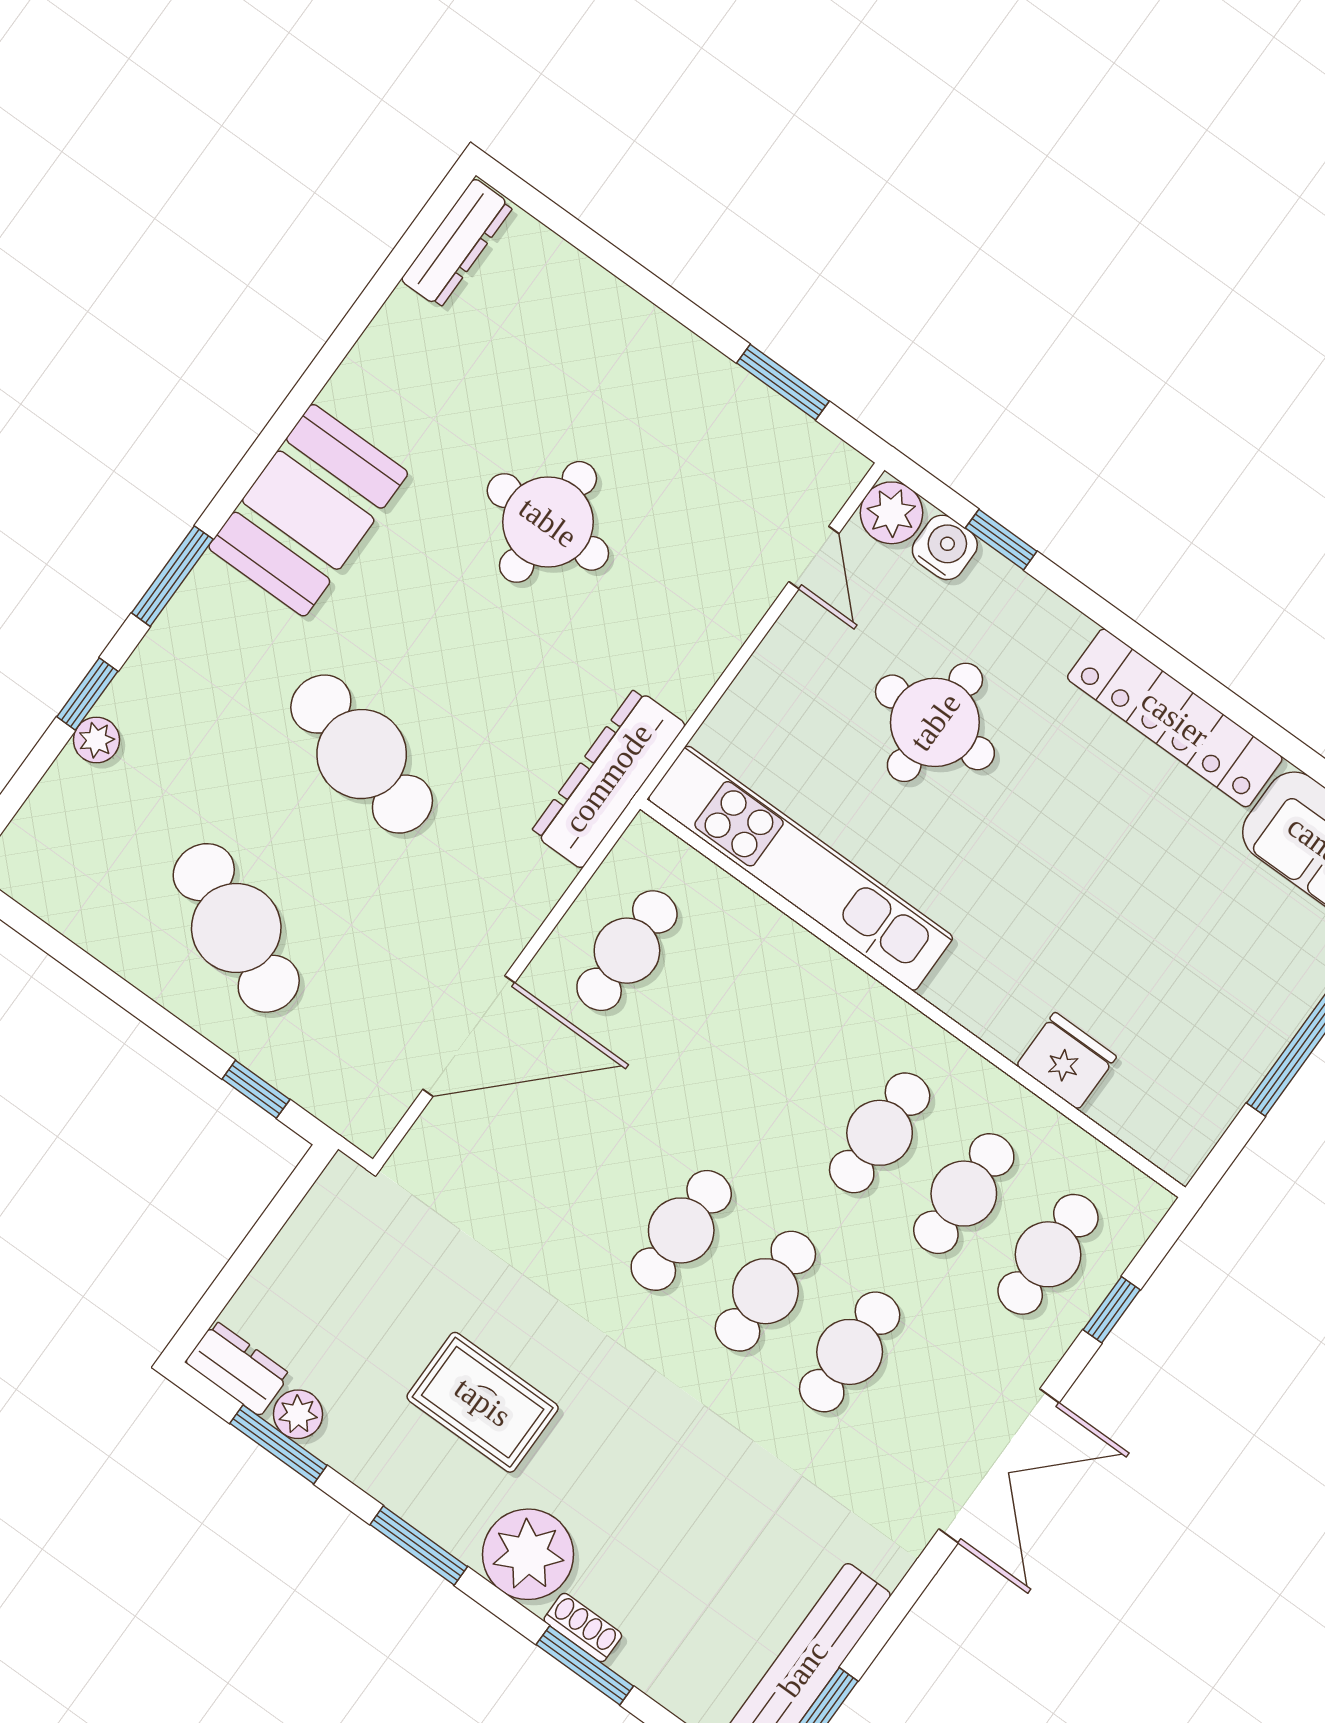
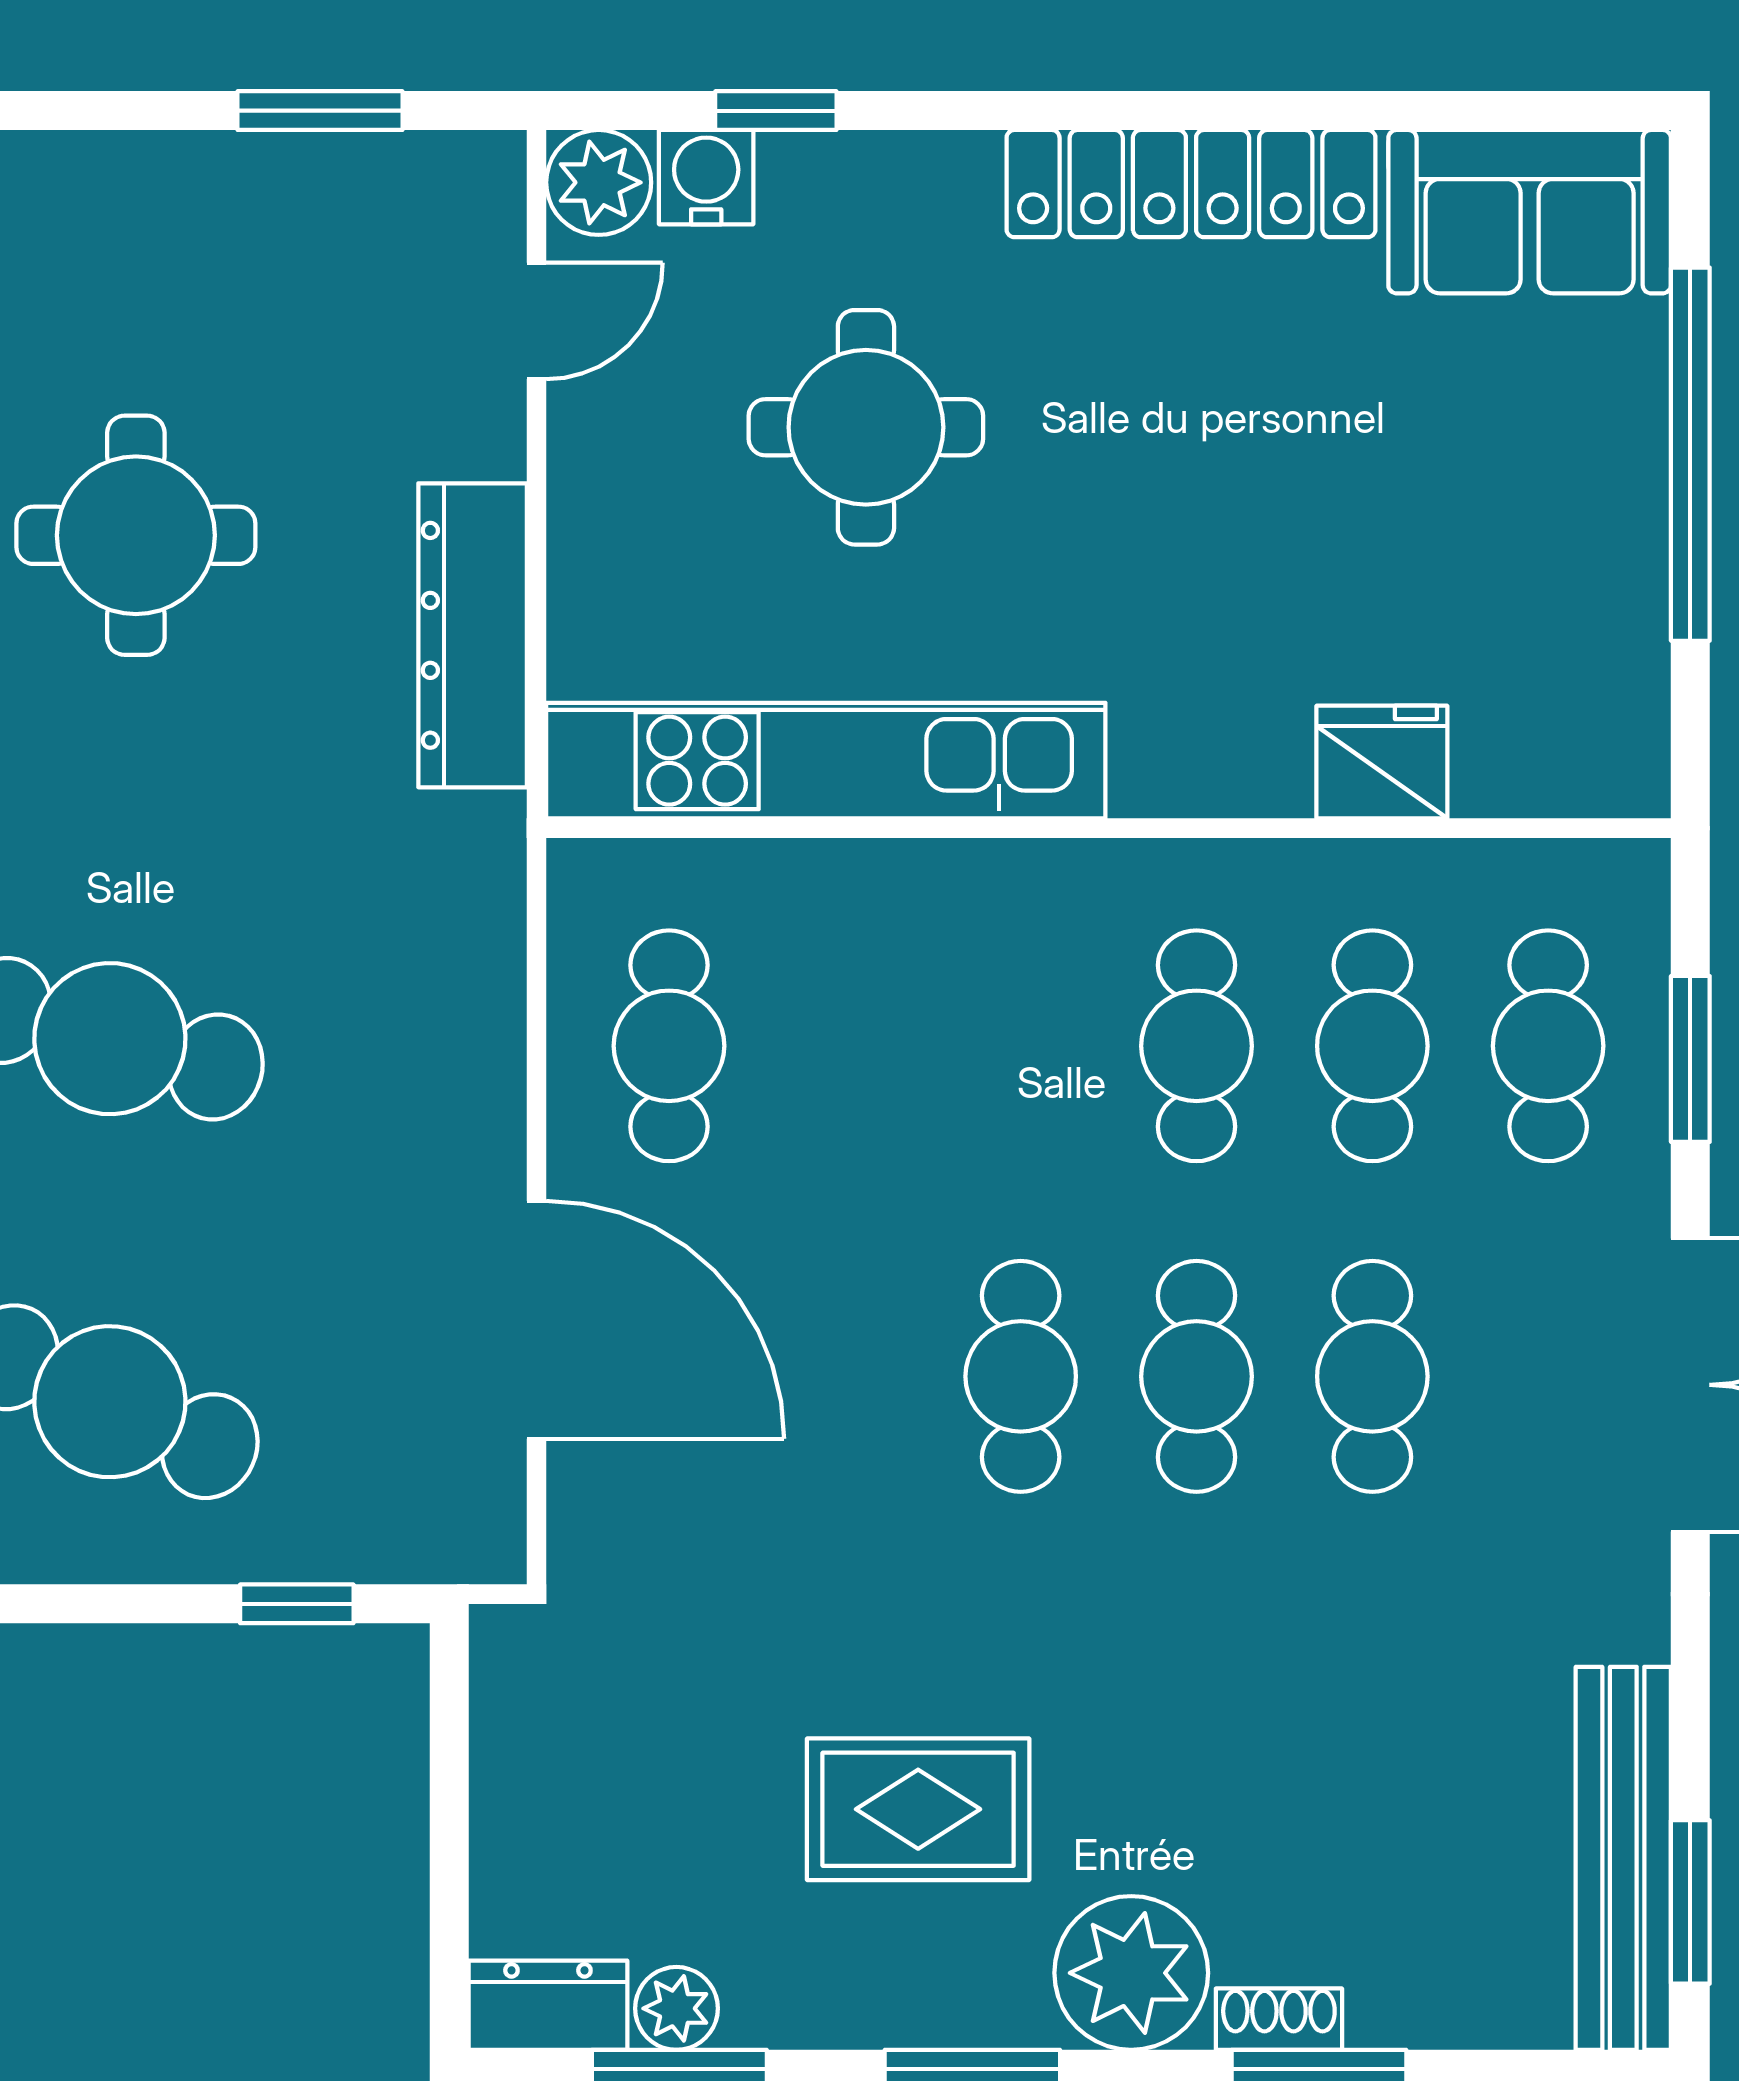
door: (814, 558) -> (537, 321), hinge flipped
dresser: (608, 778) -> (473, 635), moved
door: (469, 1036) -> (537, 1320), hinge flipped
window: (1112, 1310) -> (1690, 1059), width x1.50

